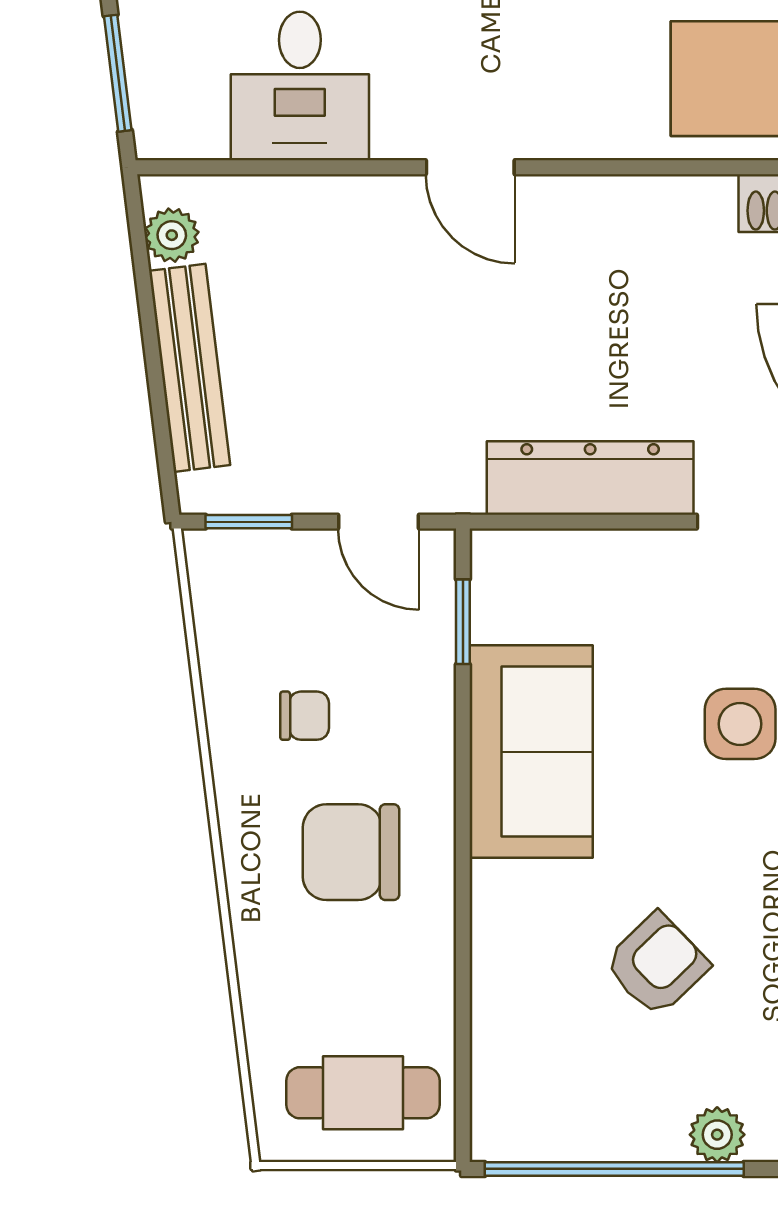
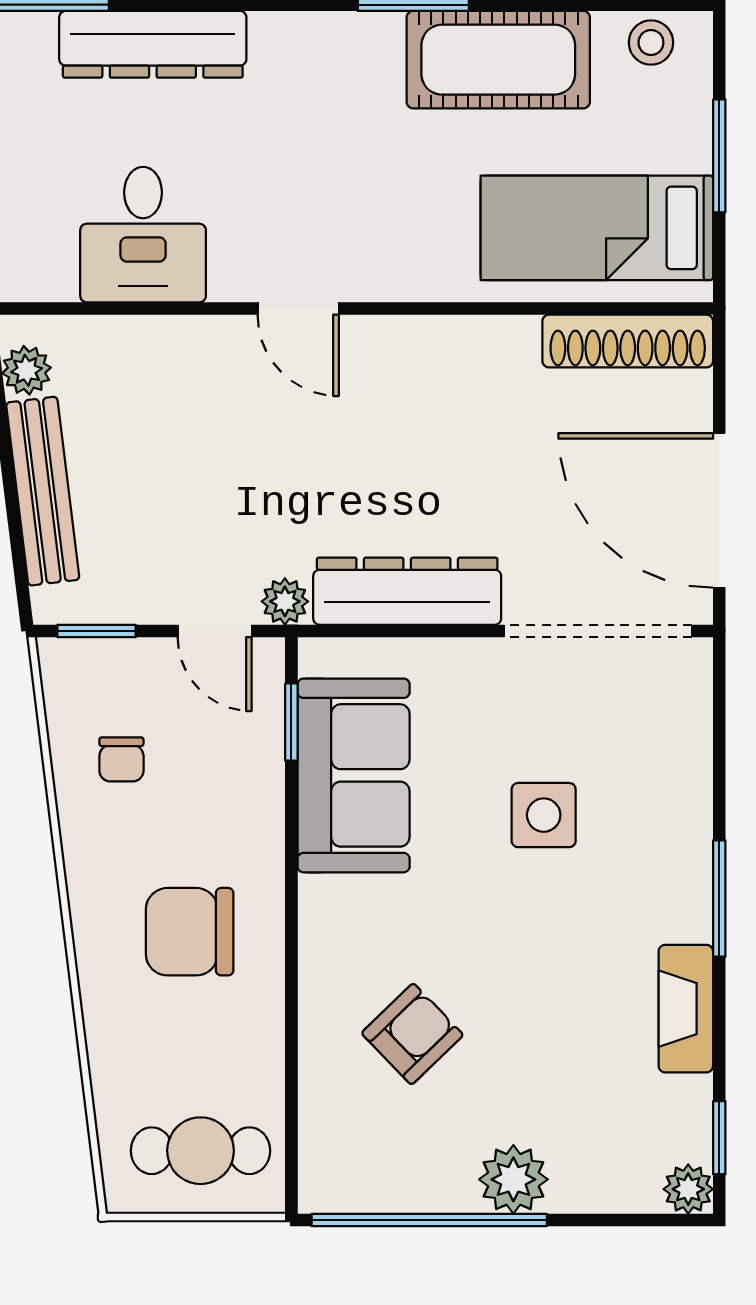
plant: (456, 489) -> (285, 601), added
chair: (305, 716) -> (121, 759), moved, turned 90
sofa: (531, 752) -> (354, 775), moved
armchair: (657, 965) -> (412, 1034), moved
plant: (717, 1135) -> (513, 1179), width x1.38, depth x1.38

